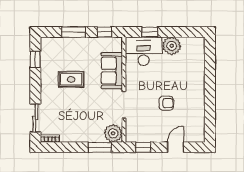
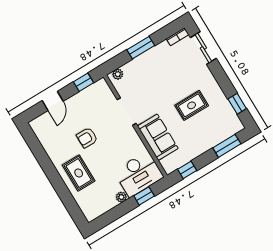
window: (73, 32) -> (227, 146), moved
plant: (172, 46) -> (121, 197), width x0.53, depth x0.53
rug: (189, 80) -> (79, 173), added
plant: (113, 133) -> (118, 74), width x0.53, depth x0.53
window: (100, 147) -> (141, 48), moved

